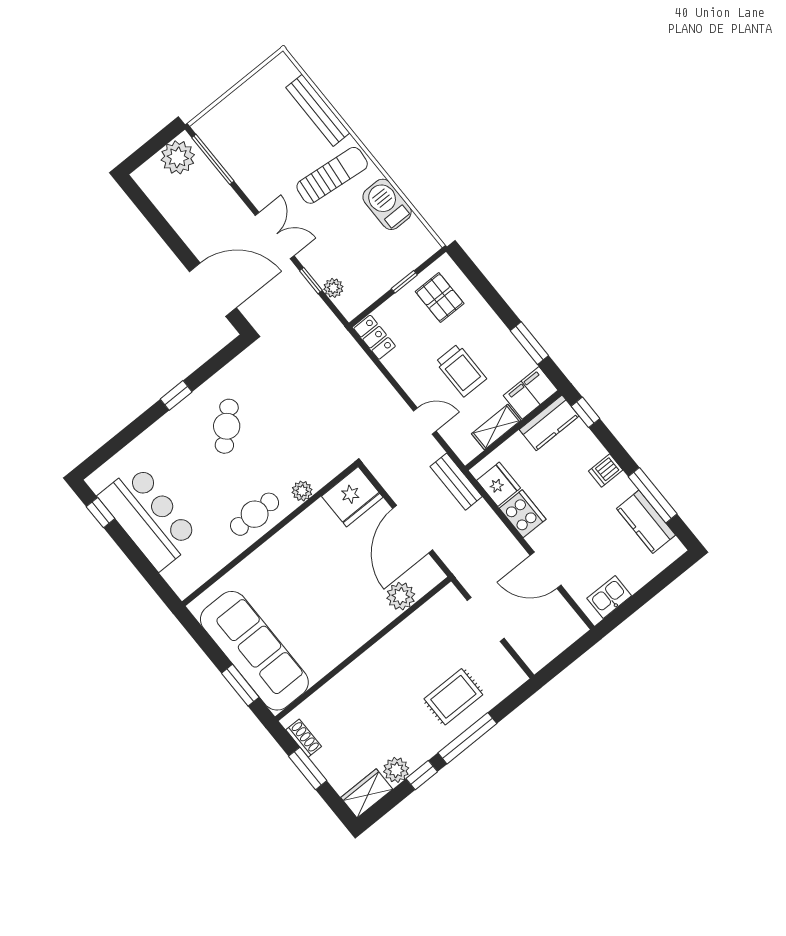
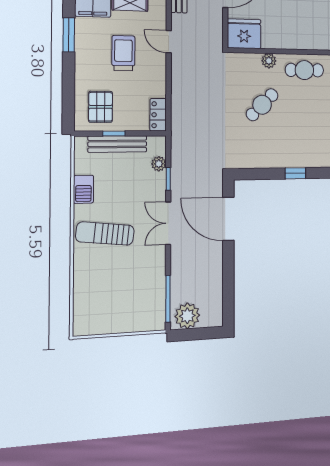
bench: (318, 110) -> (117, 144), moved, turned 90
barbecue: (387, 204) -> (83, 189), width x0.73, depth x0.79
cafe table: (227, 426) -> (262, 105), moved

